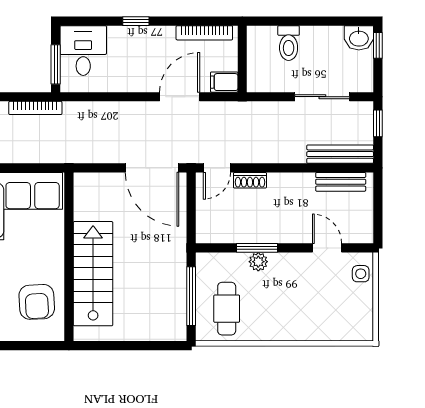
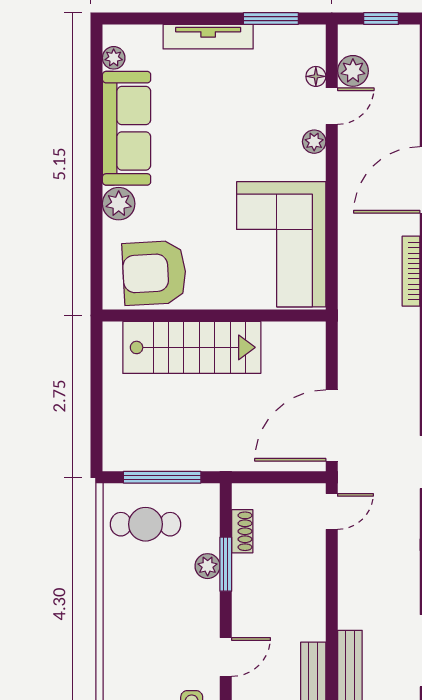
door: (217, 168) -> (332, 511), swing flipped
shoe rack: (250, 180) -> (242, 531), moved, turned 180
armchair: (37, 302) -> (154, 273), width x1.36, depth x1.36

